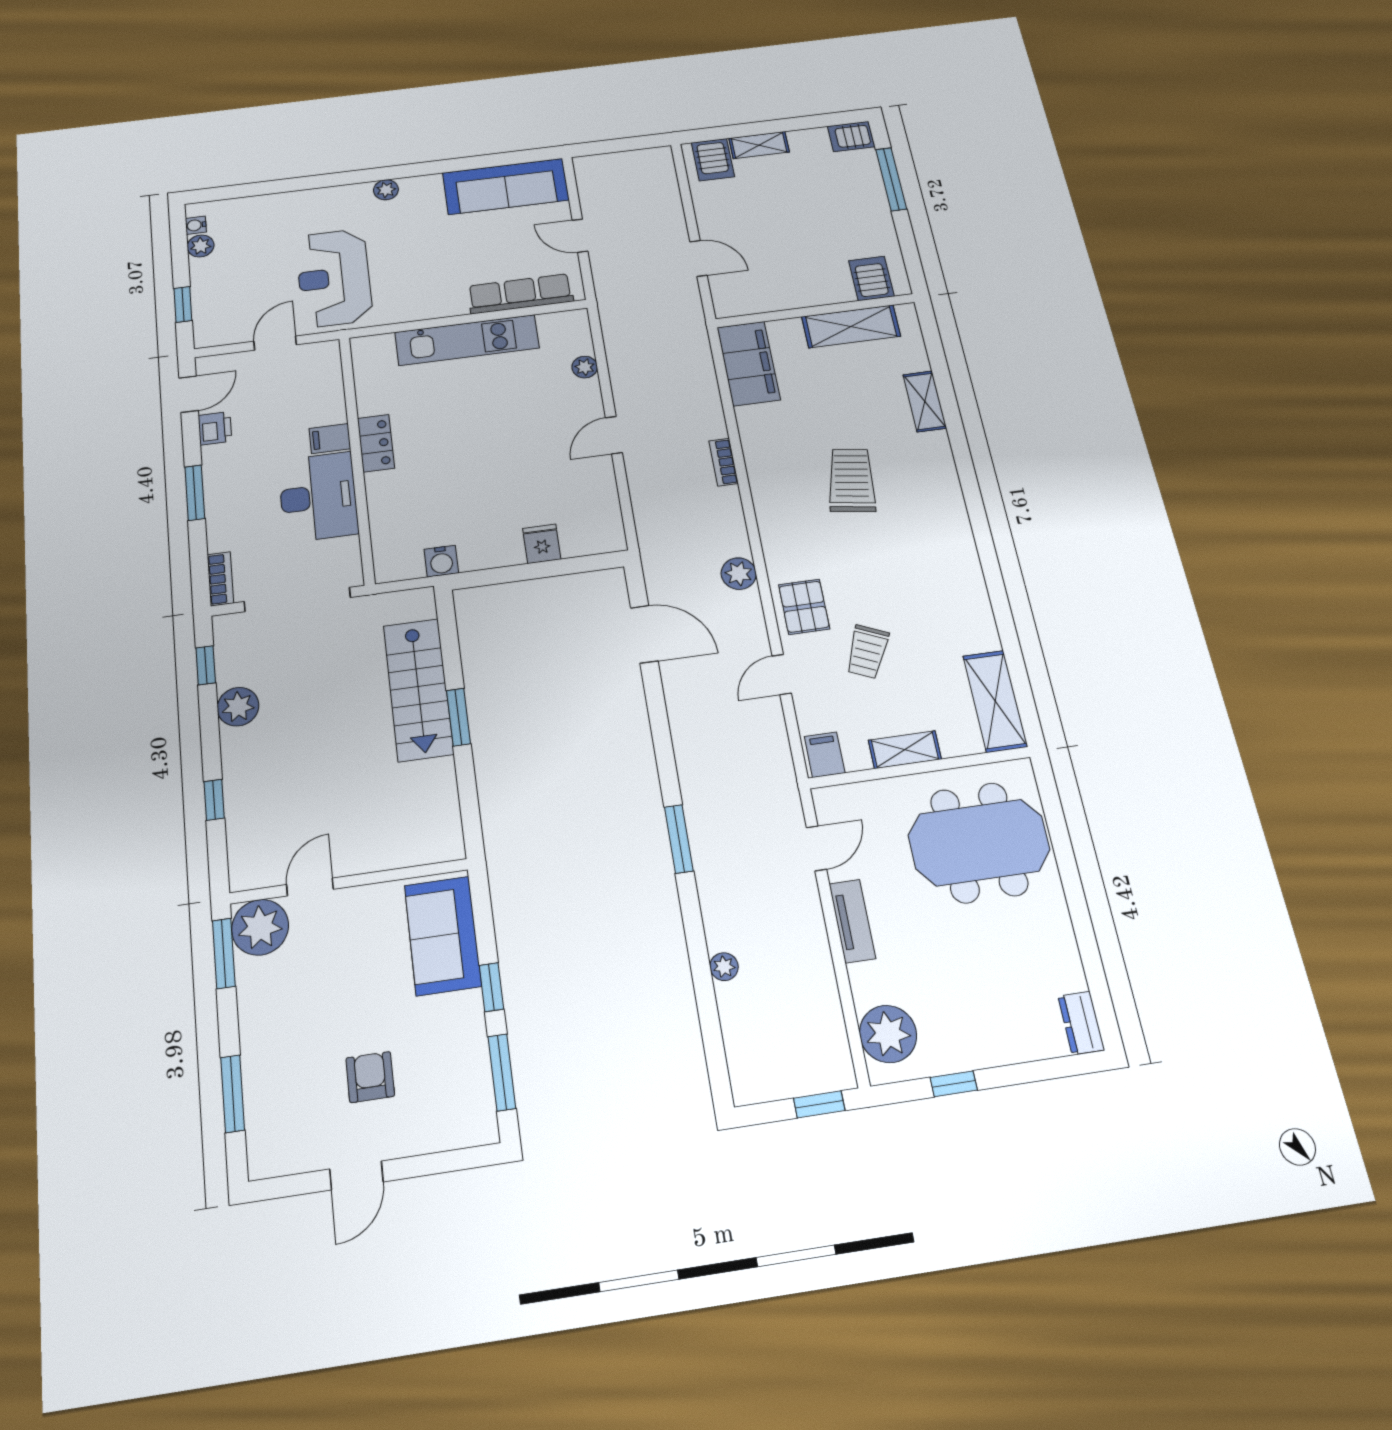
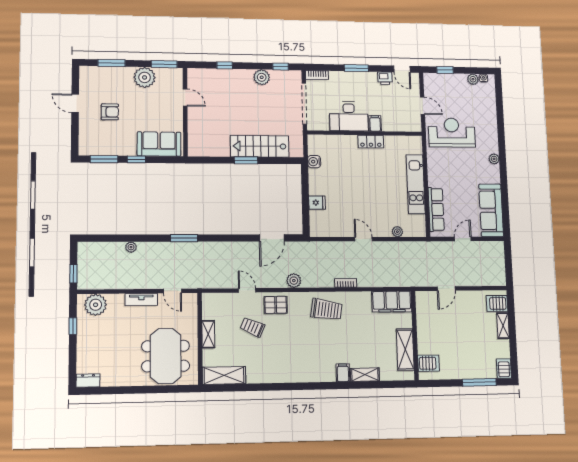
trolley: (852, 480) -> (326, 310), moved
filing cabinet: (825, 755) -> (343, 373), moved, turned -90
plant: (260, 927) -> (145, 77), moved

